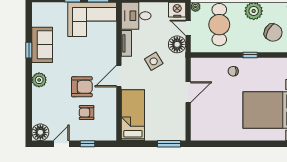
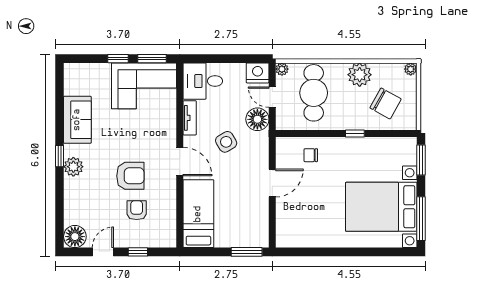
window: (29, 50) -> (59, 156), moved
chair: (233, 71) -> (311, 155), moved
door: (119, 76) -> (180, 162), swing flipped
armchair: (87, 113) -> (137, 210), turned 90

